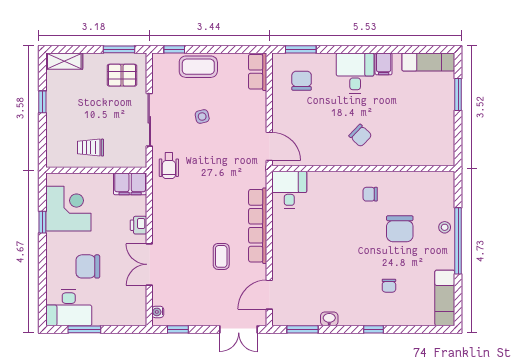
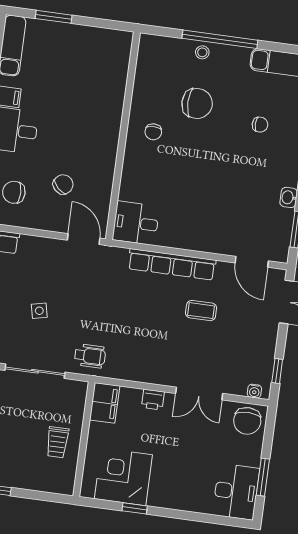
chair: (360, 136) -> (63, 184), moved
door: (269, 146) -> (84, 239), hinge flipped
chair: (88, 266) -> (247, 421), moved

